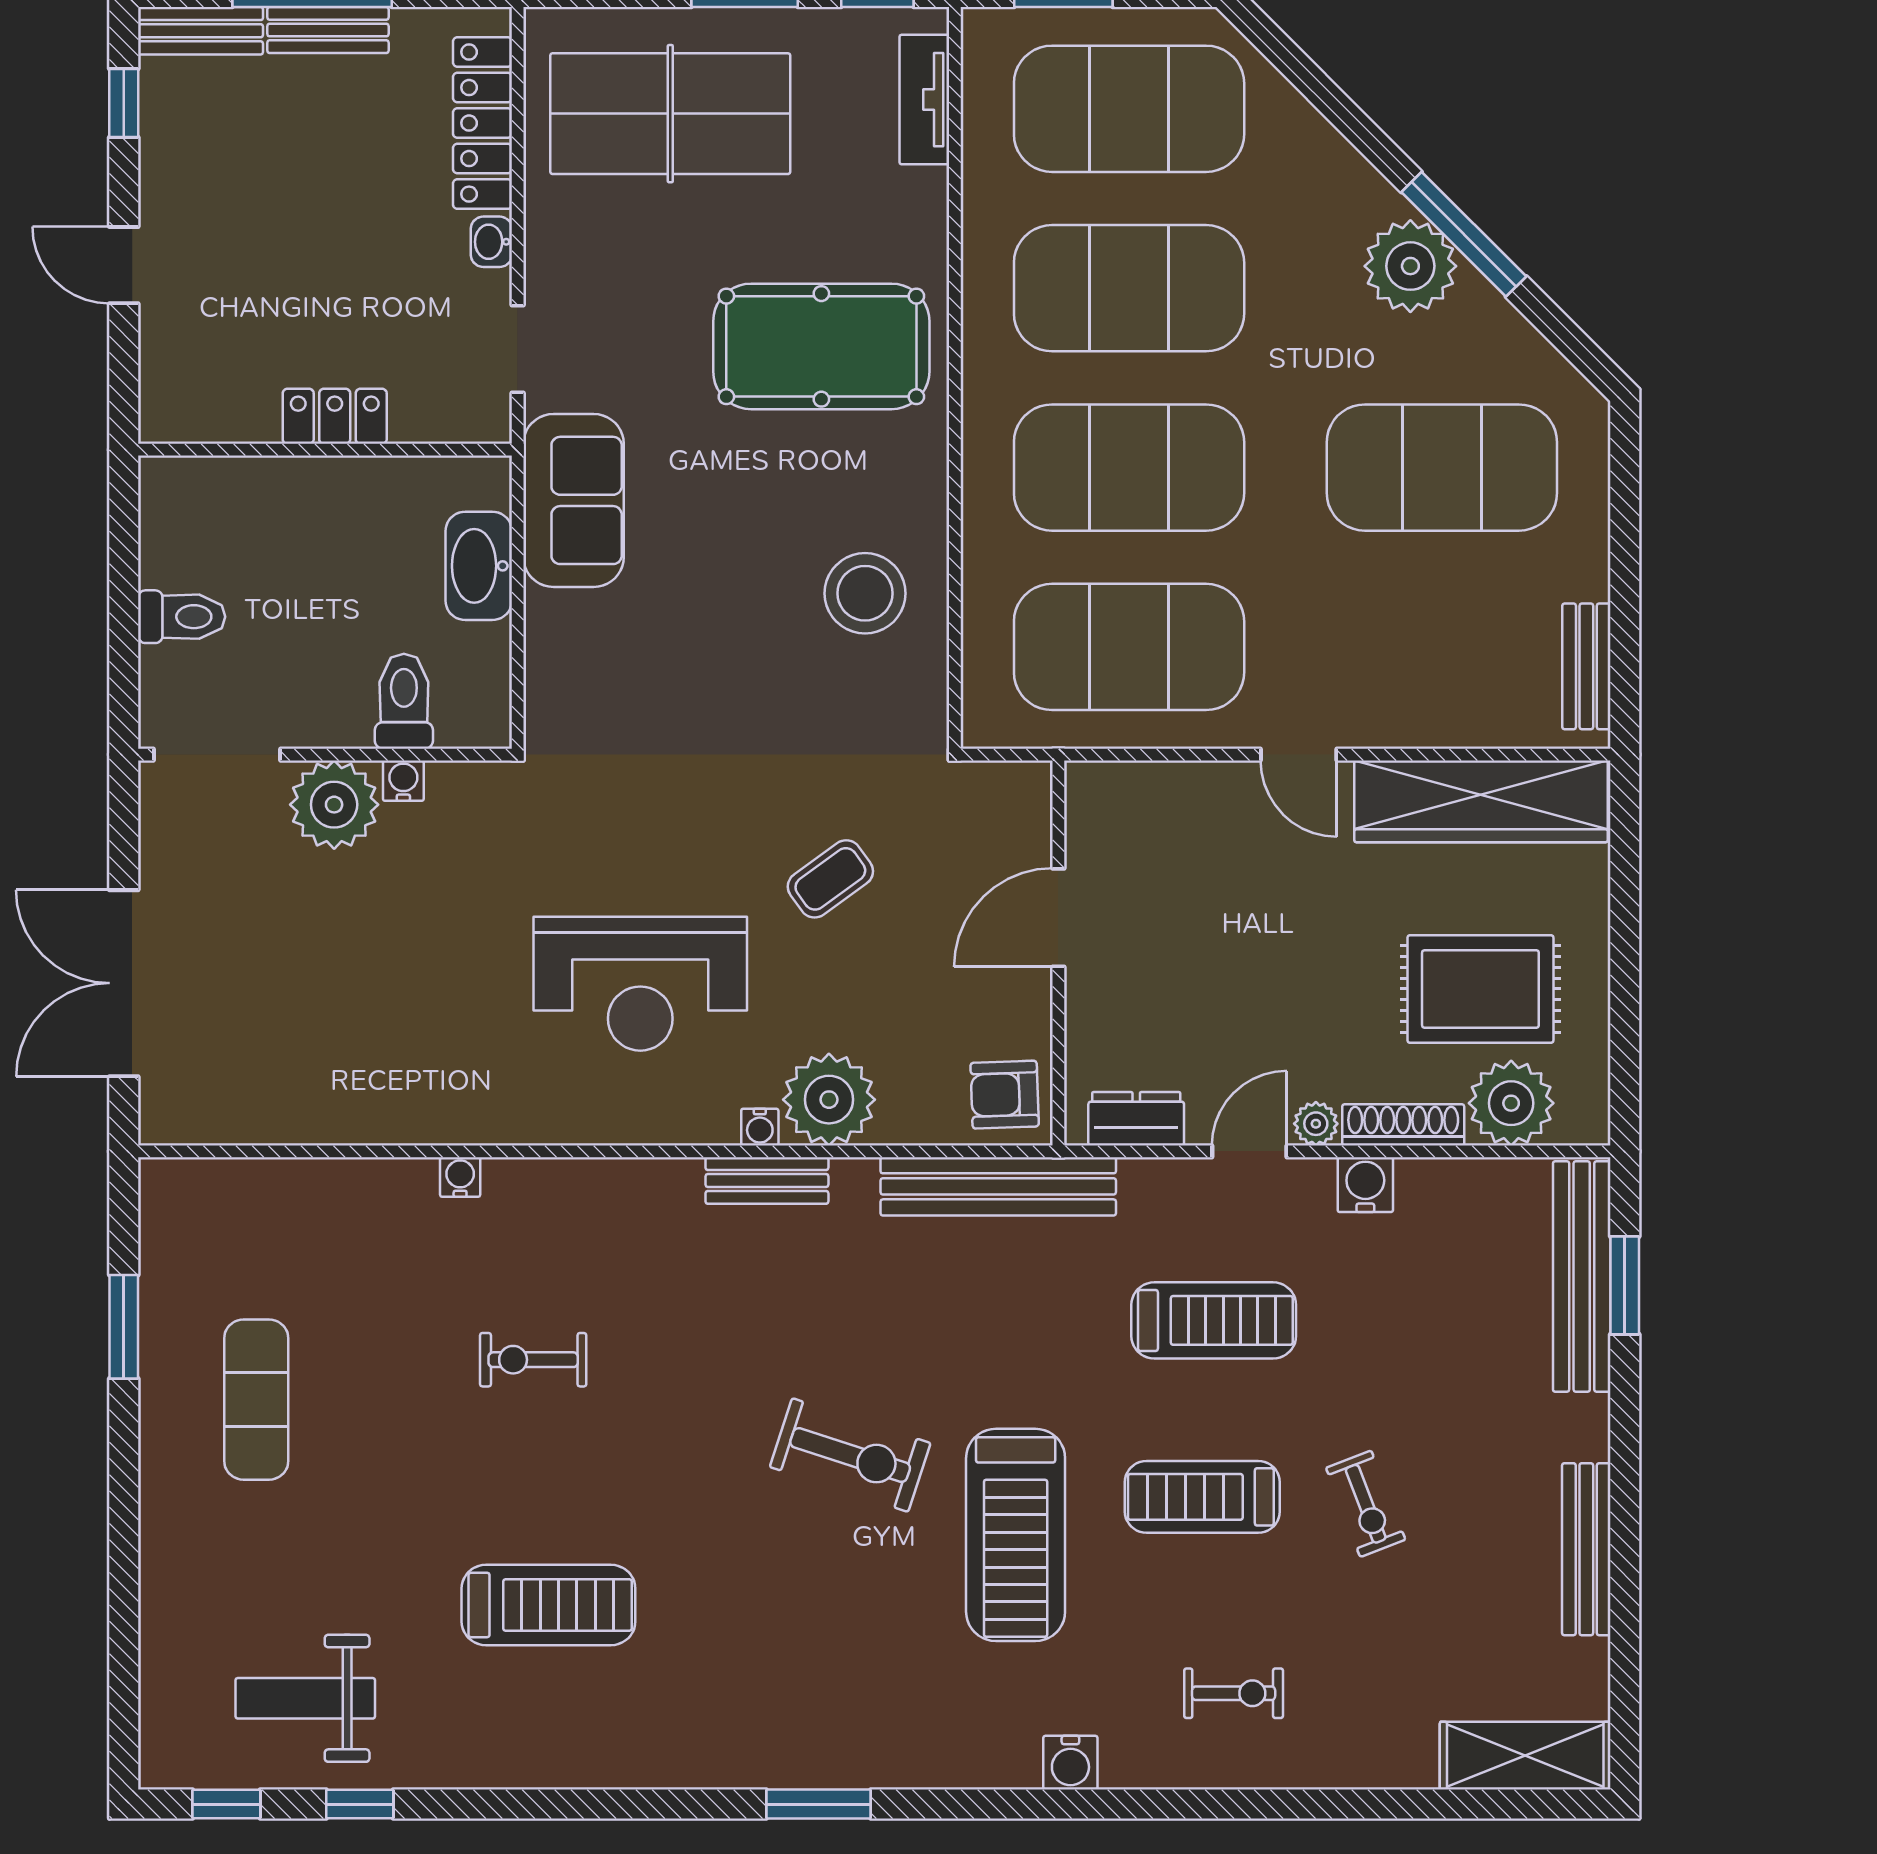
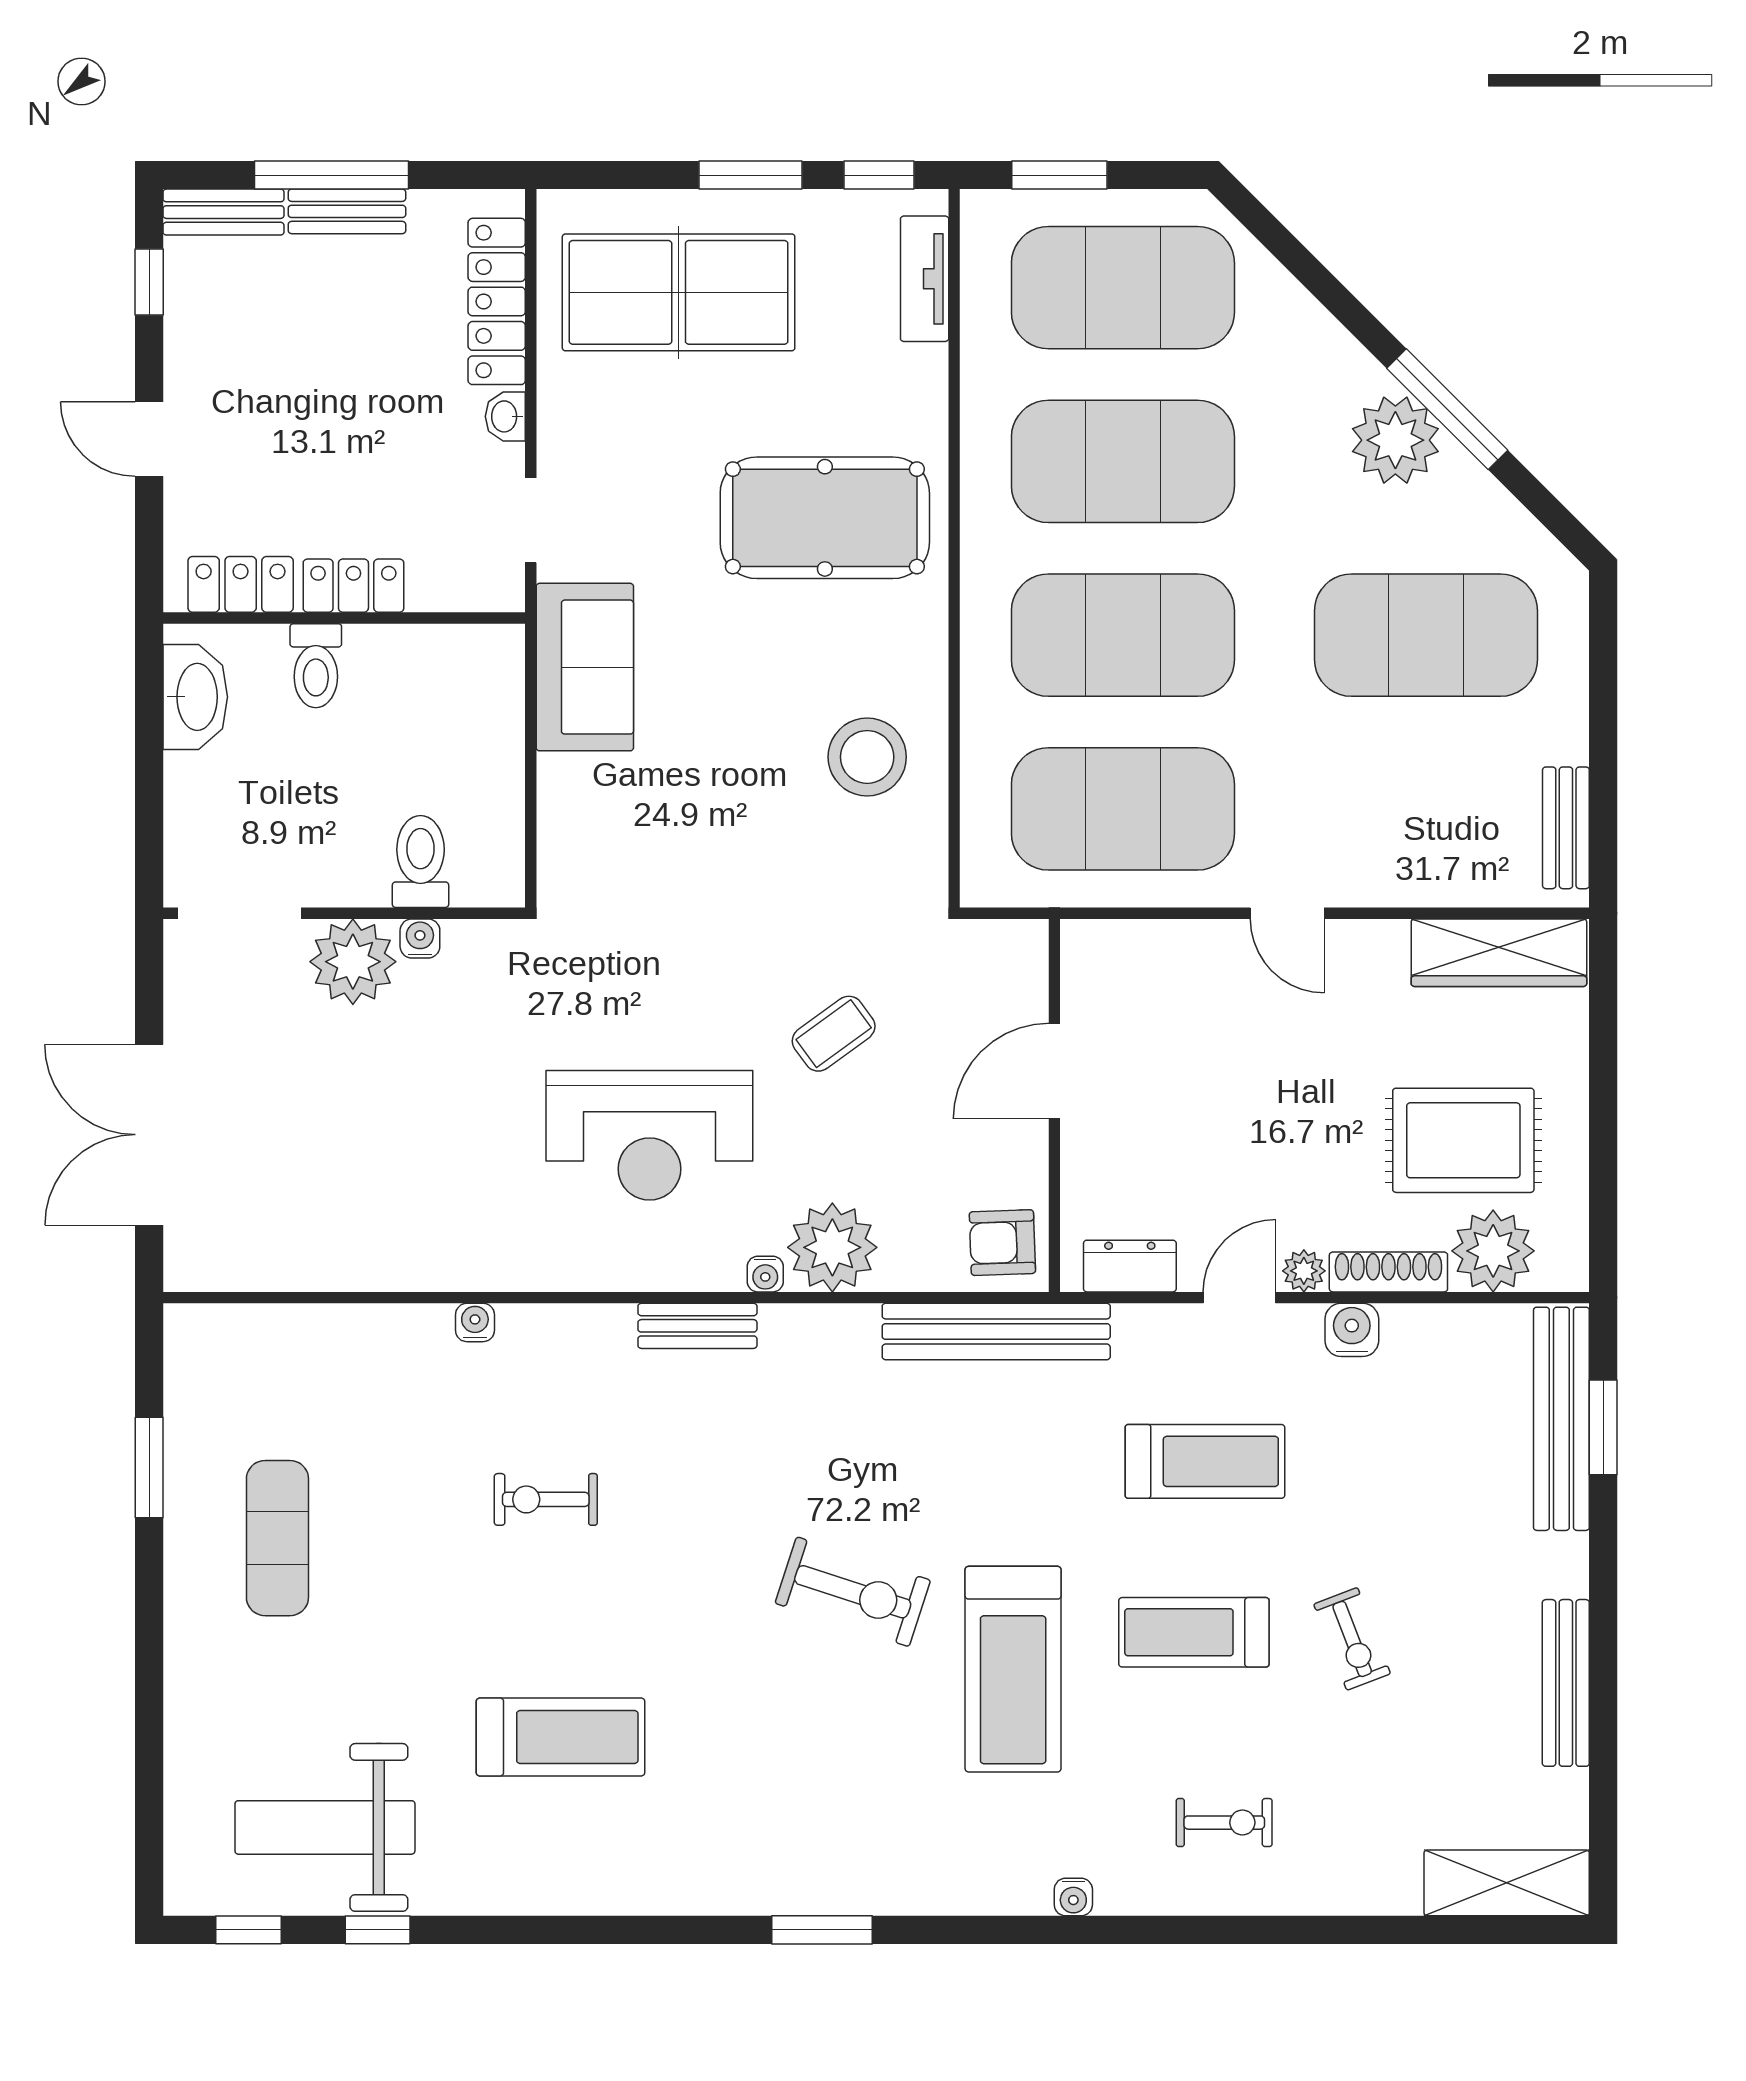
locker: (218, 415) -> (241, 584), added
washbasin: (479, 566) -> (195, 697), moved, turned 180
toilet: (182, 617) -> (316, 666), moved, turned 90
wardrobe: (1481, 801) -> (1499, 953), width x0.71, depth x0.85
bench: (767, 1181) -> (697, 1326), moved
weight bench: (305, 1698) -> (325, 1827), width x1.36, depth x1.33
water cooler: (1070, 1763) -> (1073, 1897), width x0.72, depth x0.72

